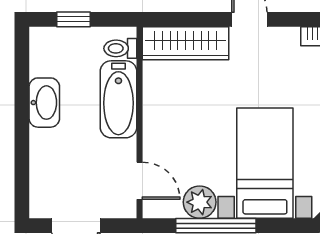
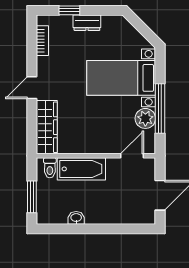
window: (74, 19) -> (32, 197), width x1.50
washbasin: (44, 103) -> (76, 218), width x0.52, depth x0.69

